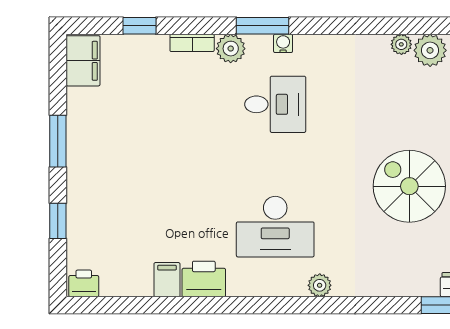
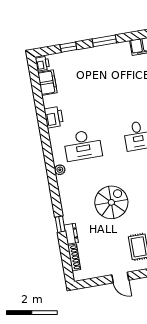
desk: (275, 227) -> (83, 145), turned -90
filing cabinet: (167, 280) -> (47, 83), moved, width x2.00

